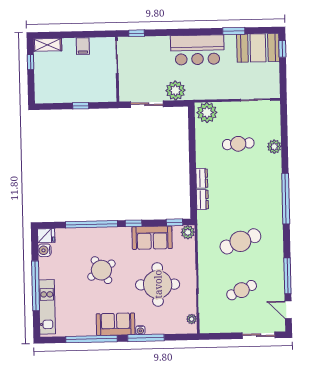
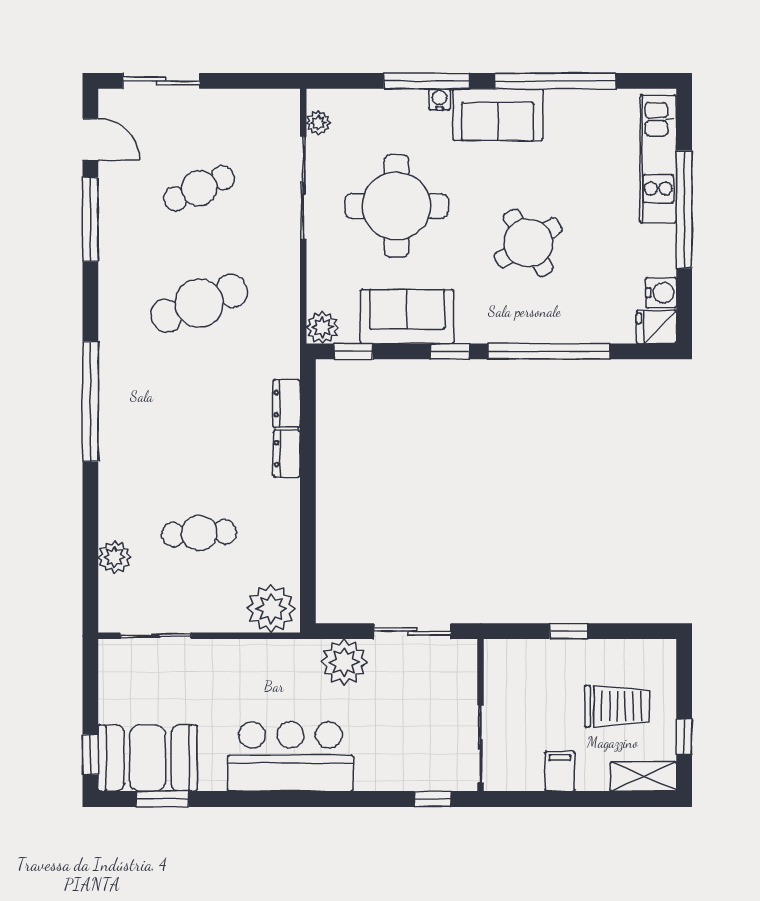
window: (234, 31) -> (162, 799), moved
trolley: (59, 74) -> (617, 706), added
plant: (274, 147) -> (114, 557), moved

